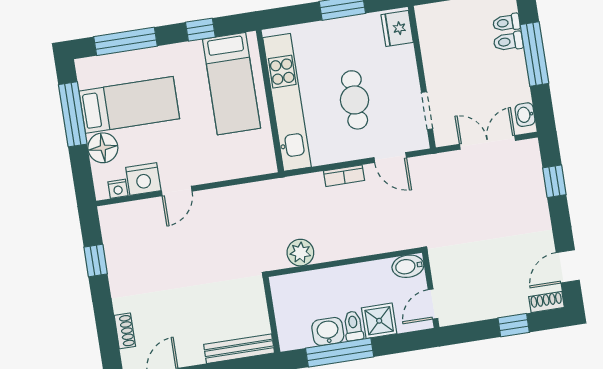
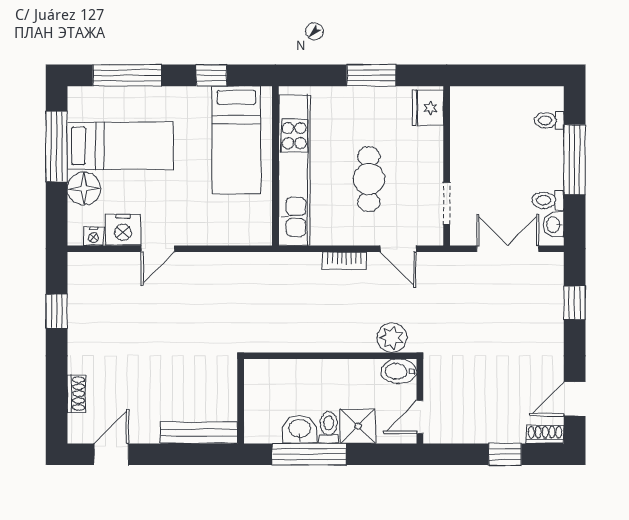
toilet: (508, 41) -> (548, 200), moved
plant: (300, 253) -> (392, 338), moved

